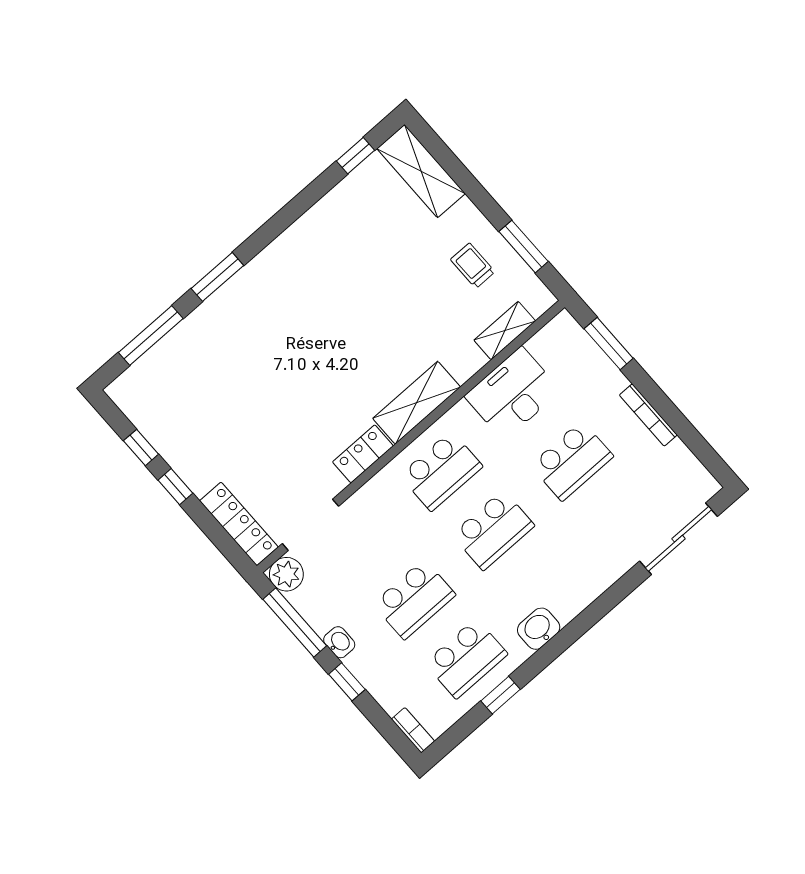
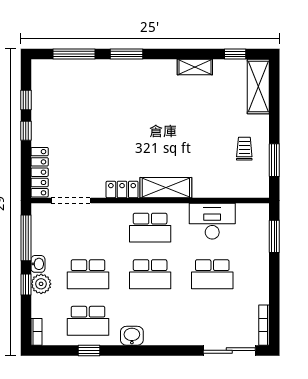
shelving: (505, 331) -> (195, 67), moved
bookcase: (648, 415) -> (264, 325), moved
plant: (286, 574) -> (41, 284), moved

